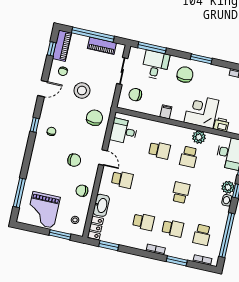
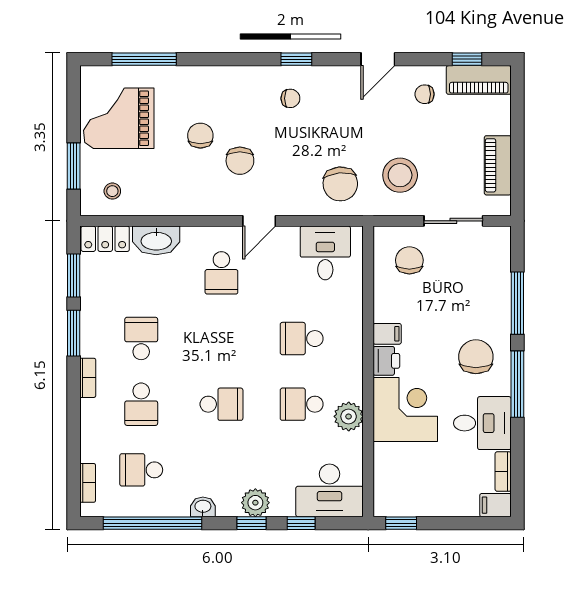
window: (93, 35) -> (517, 141), removed
window: (152, 48) -> (517, 303), moved
window: (201, 59) -> (517, 384), width x1.44
desk: (155, 65) -> (482, 423), moved
chair: (185, 75) -> (476, 357), turned -90
door: (43, 89) -> (378, 59), hinge flipped
stool: (82, 90) -> (400, 175), moved
chair: (94, 118) -> (340, 184), turned 85
printer: (221, 125) -> (386, 361), moved
school desk: (160, 150) -> (302, 339), turned 90
chair: (82, 191) -> (200, 136), moved
washbasin: (227, 200) -> (203, 507), moved
school desk: (144, 222) -> (141, 339), turned 180
window: (177, 261) -> (74, 333), moved

